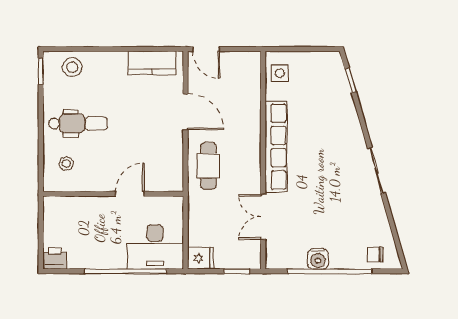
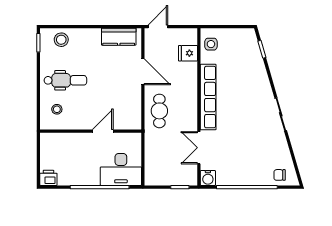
door: (206, 49) -> (158, 27), swing flipped
fridge: (201, 258) -> (188, 53), moved, turned 180
water cooler: (318, 259) -> (208, 178), moved

